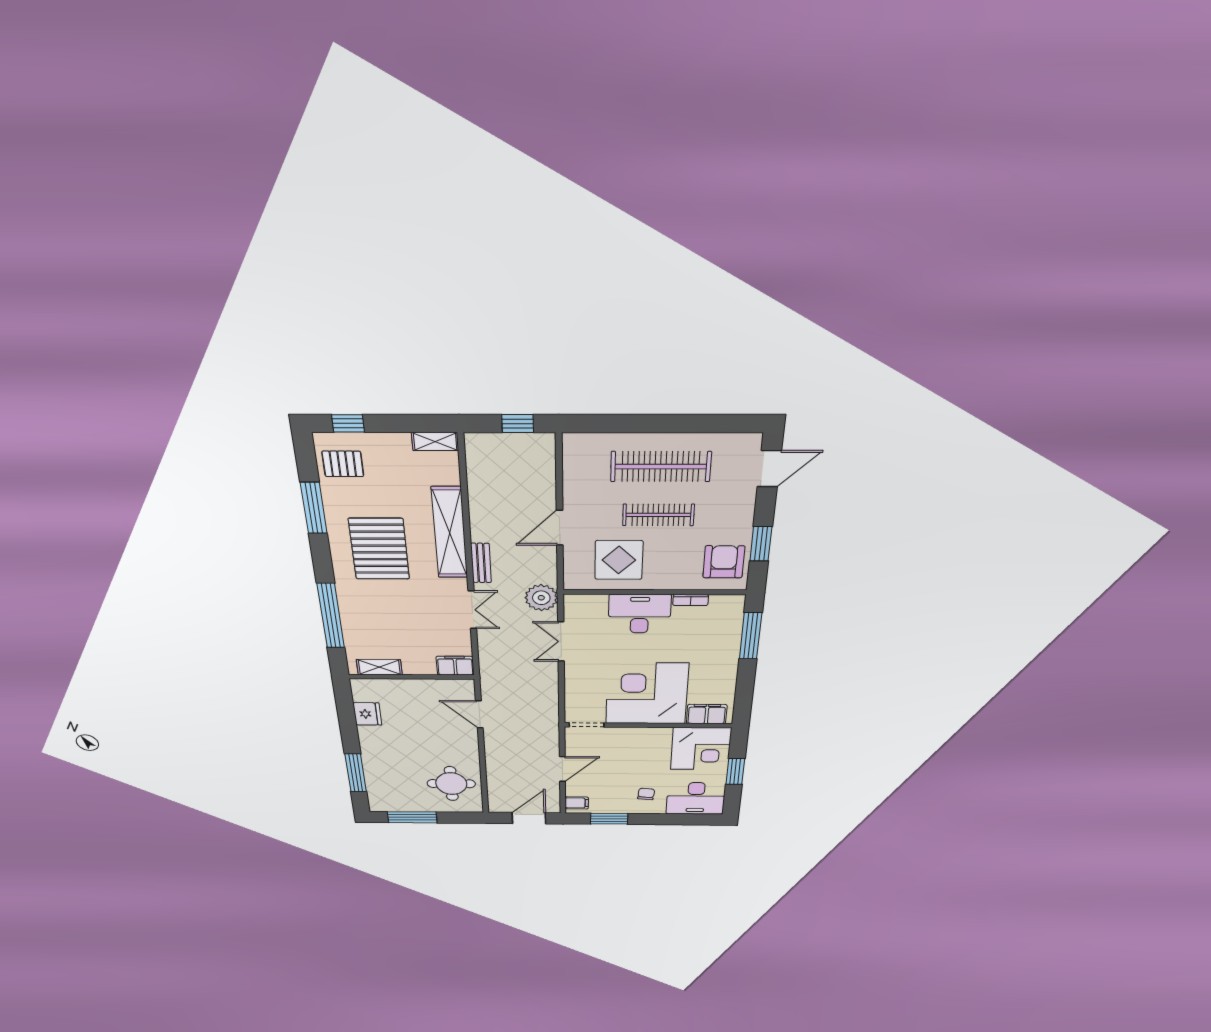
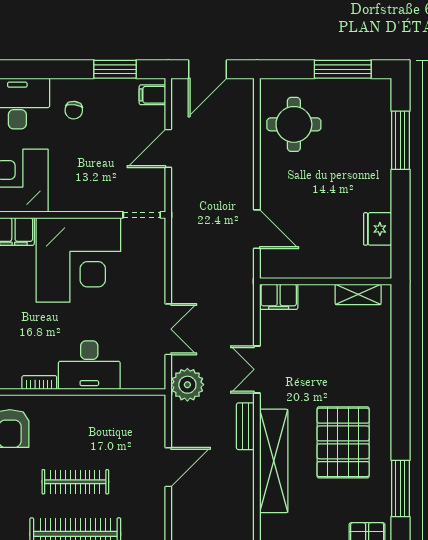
display table: (619, 560) -> (111, 430), removed
window: (331, 616) -> (400, 361), removed

